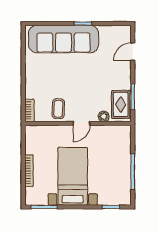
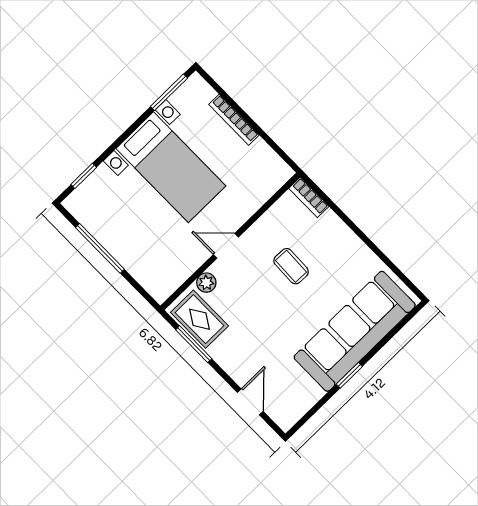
coffee table: (58, 109) -> (291, 266), moved
door: (82, 123) -> (226, 246), hinge flipped

